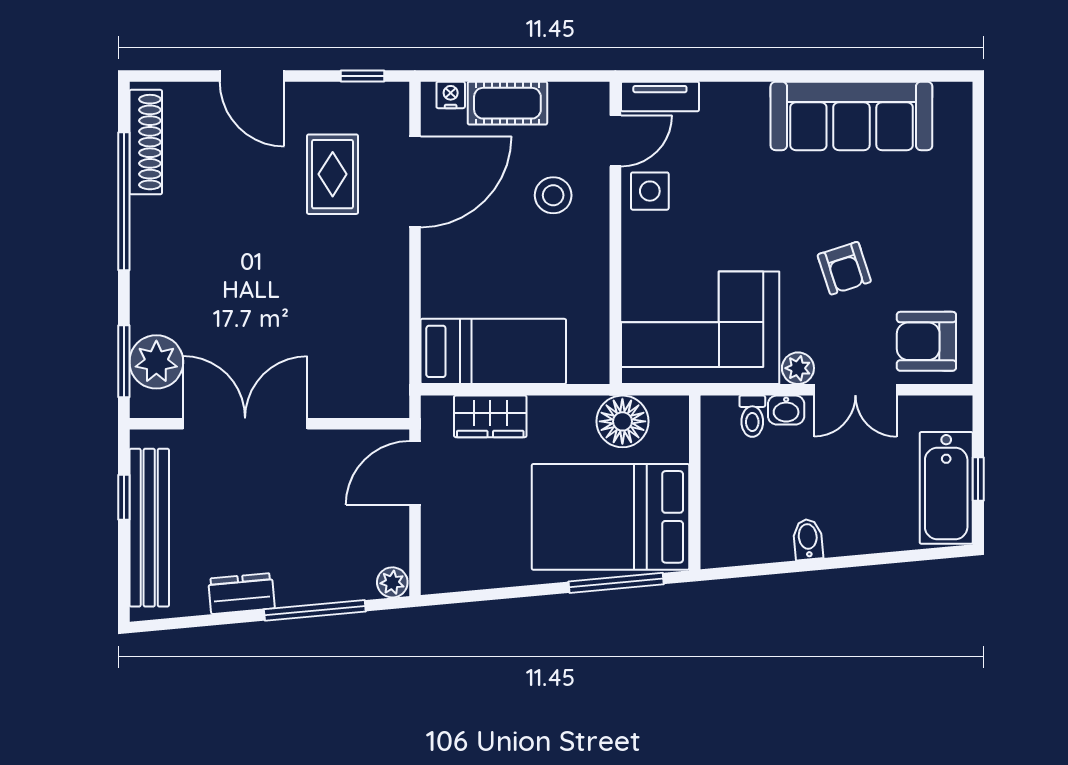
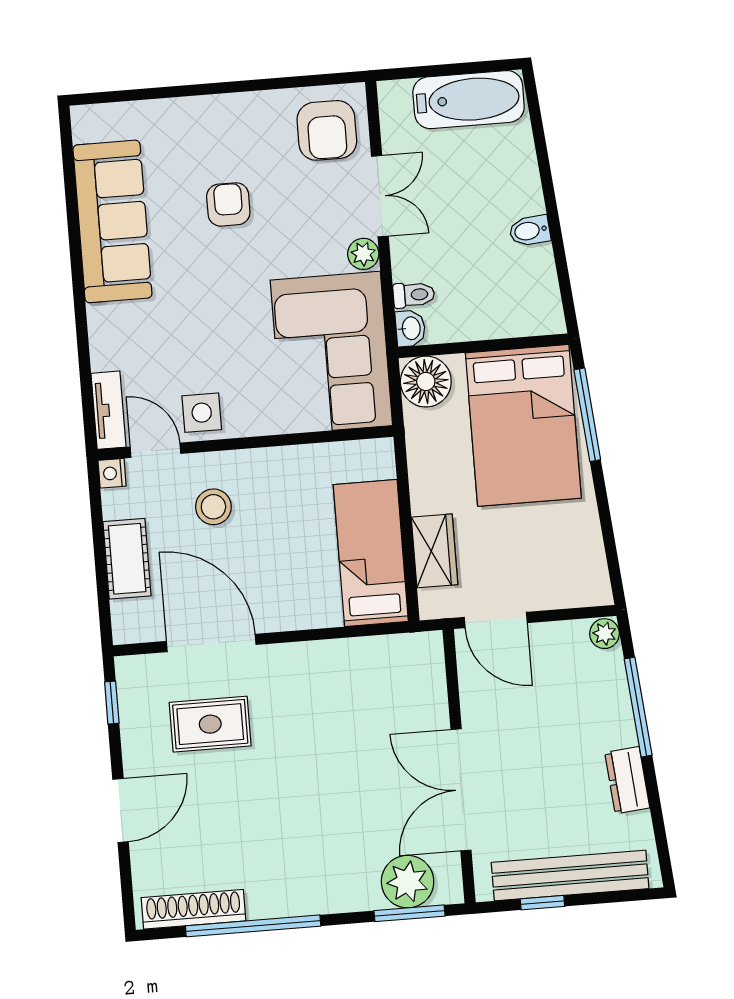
nightstand: (451, 95) -> (112, 473), moved
armchair: (844, 268) -> (228, 204), moved, turned -72
washbasin: (786, 410) -> (410, 328), moved
floor lamp: (622, 421) -> (426, 382), moved
window: (978, 479) -> (457, 69), removed

